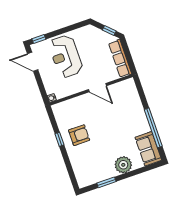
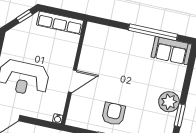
door: (98, 88) -> (72, 81), moved
plant: (123, 165) -> (169, 102), moved

